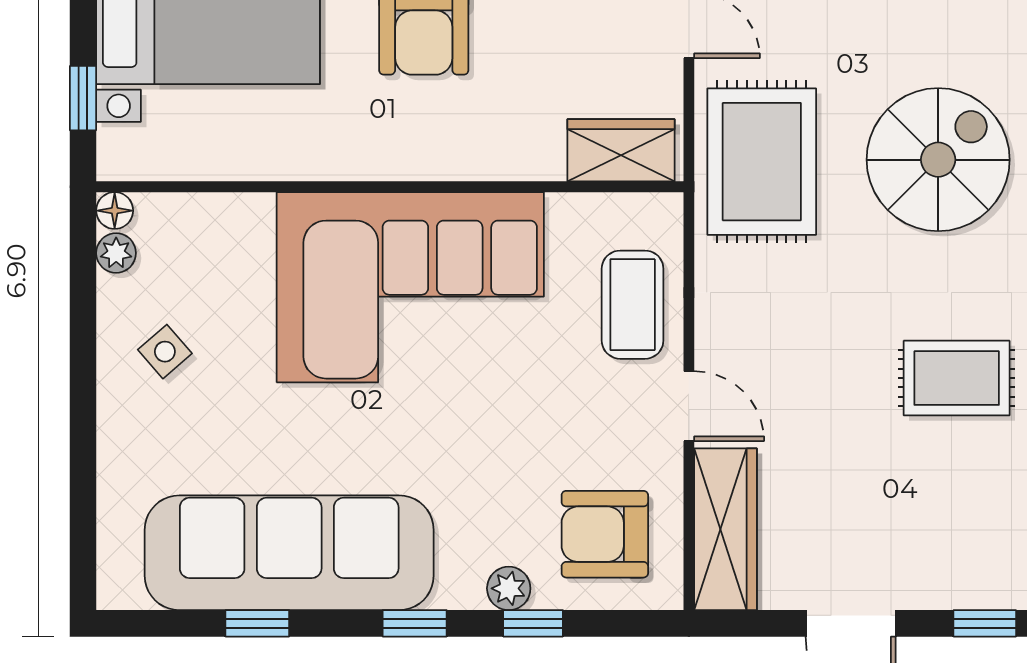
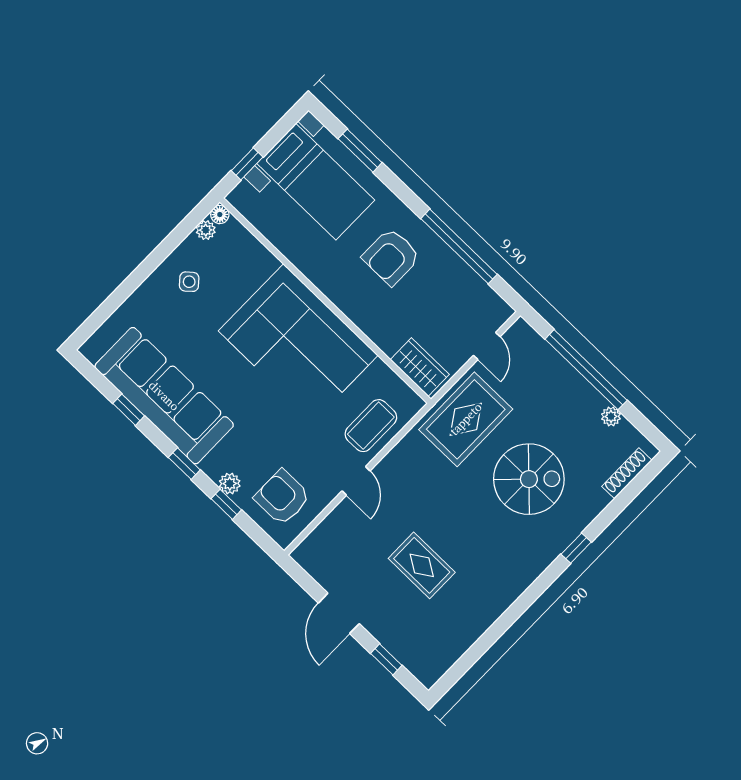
rug: (957, 378) -> (422, 565), moved
wardrobe: (725, 529) -> (327, 537), removed

